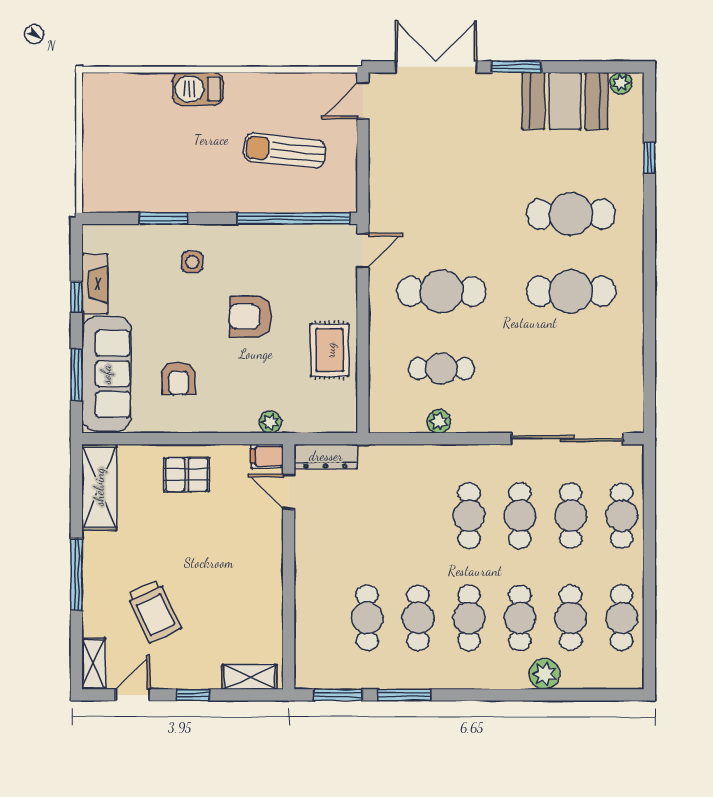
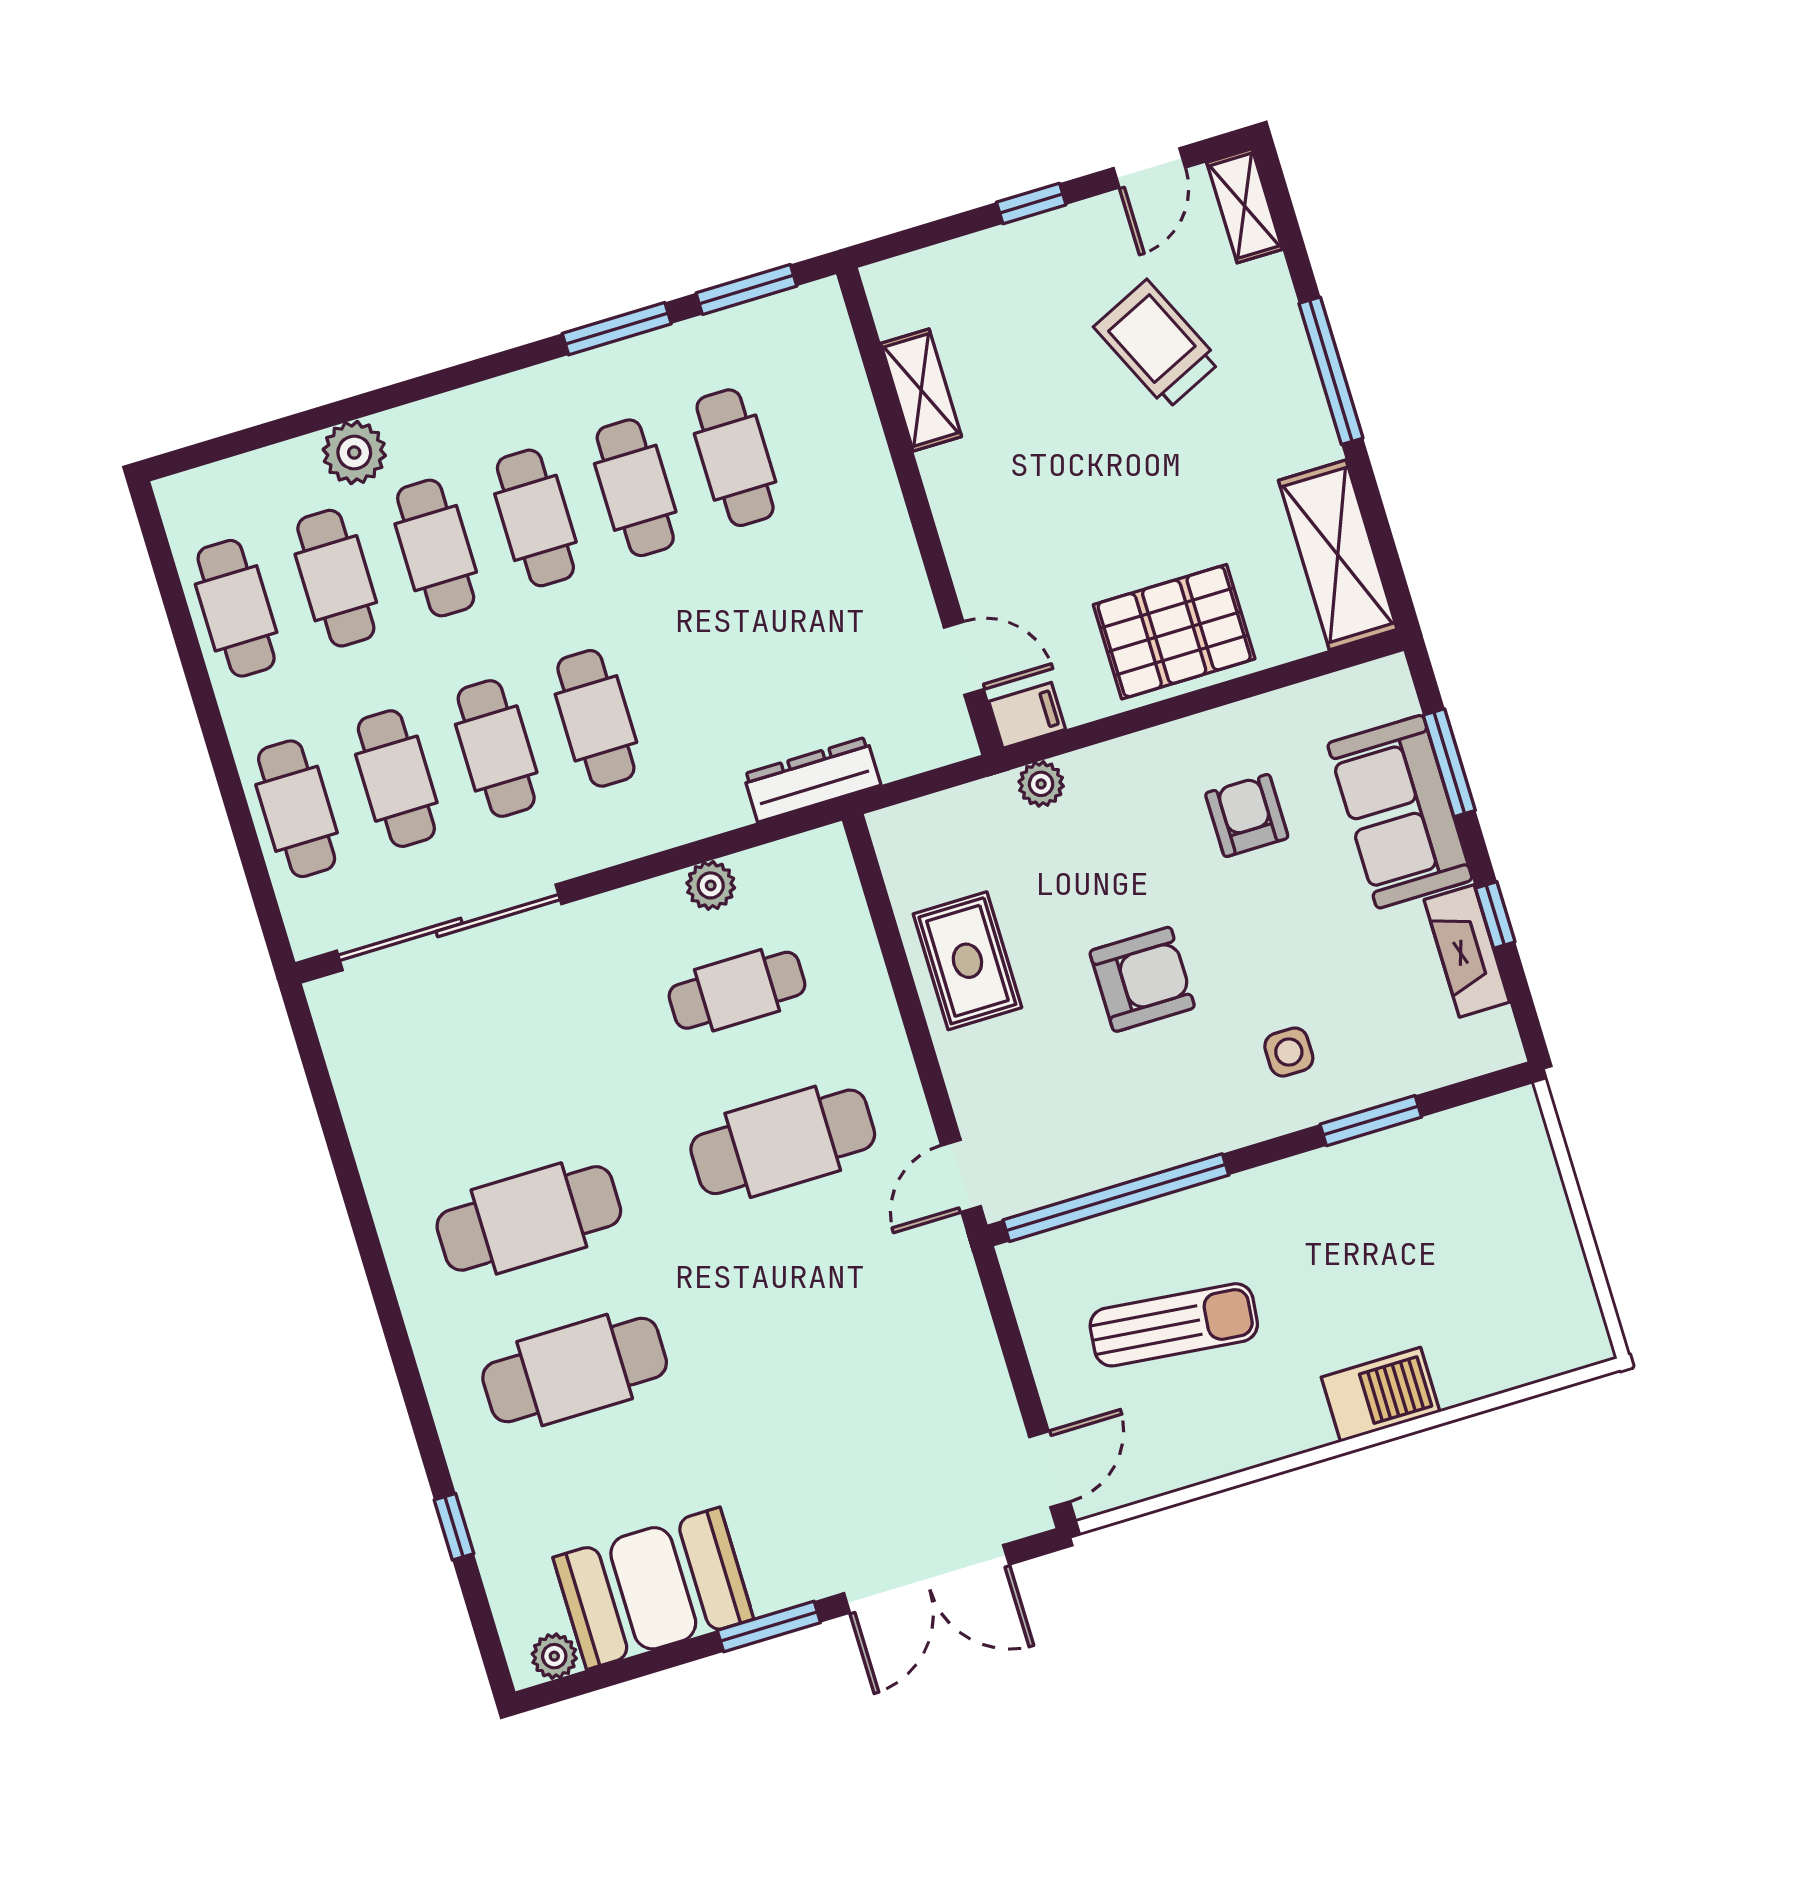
sofa: (106, 374) -> (1400, 812), width x0.73
dresser: (326, 456) -> (812, 780), moved
pallet: (187, 475) -> (1174, 632), width x1.50, depth x1.42
shelving: (250, 677) -> (921, 390), moved, turned 90

